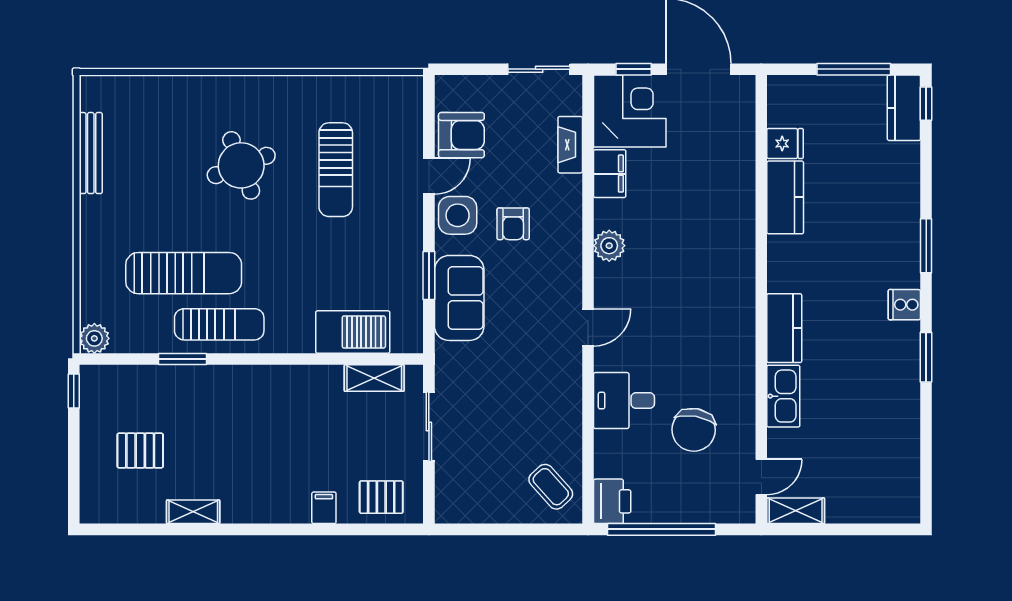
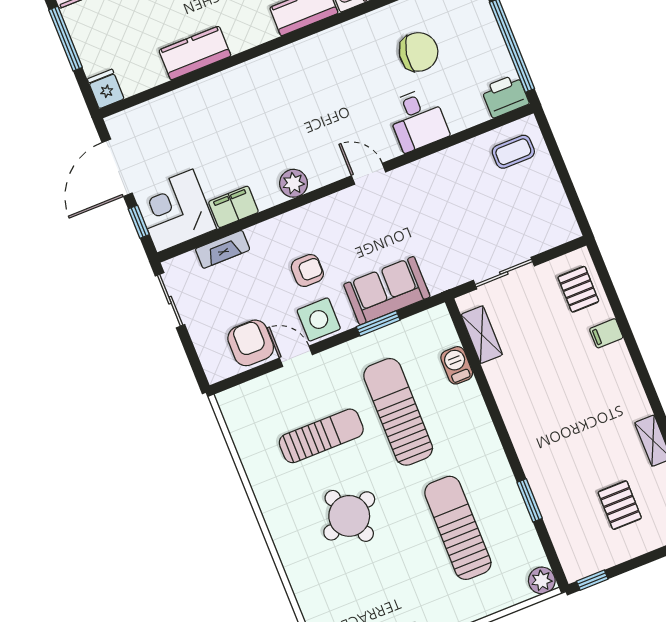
fridge: (785, 144) -> (106, 89), moved
sun lounger: (219, 324) -> (398, 412), moved, width x1.36, depth x1.34
barbecue: (353, 332) -> (457, 365), width x0.53, depth x0.65
coffee table: (551, 487) -> (513, 152), turned 42

